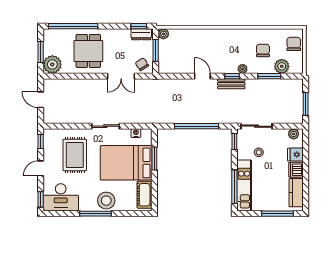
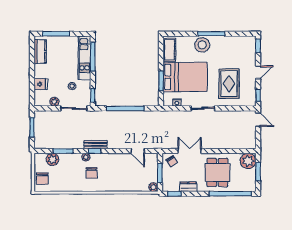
dresser: (141, 34) -> (188, 187), moved
chair: (263, 50) -> (92, 173), moved
door: (202, 76) -> (138, 151), moved
door: (41, 100) -> (258, 120), moved
plant: (294, 134) -> (54, 102), moved
dishwasher: (296, 170) -> (40, 71), removed
desk: (61, 197) -> (241, 48), removed

